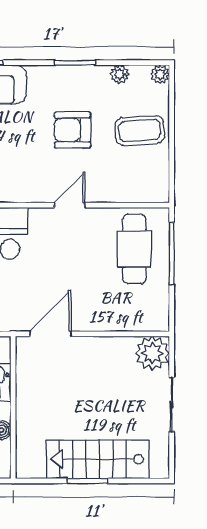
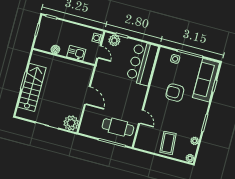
armchair: (73, 130) -> (175, 93), moved, turned -90
door: (70, 205) -> (141, 117), moved
door: (50, 334) -> (87, 96), moved

